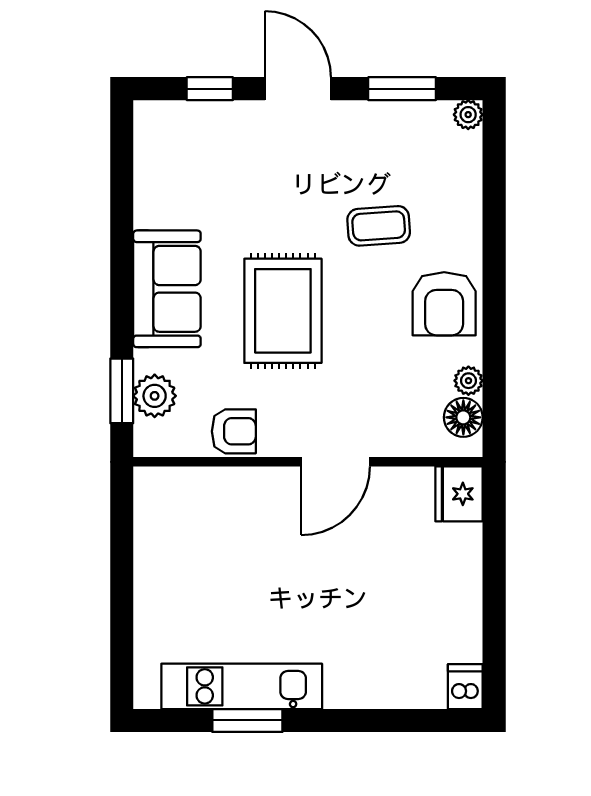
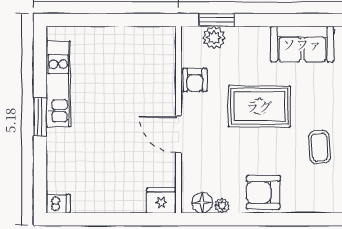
coffee table: (379, 226) -> (320, 147), moved
sofa: (167, 289) -> (302, 44), moved
window: (247, 720) -> (40, 117), moved

